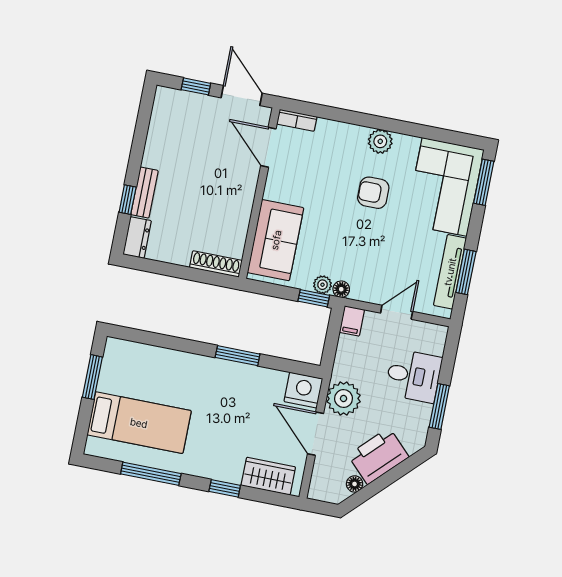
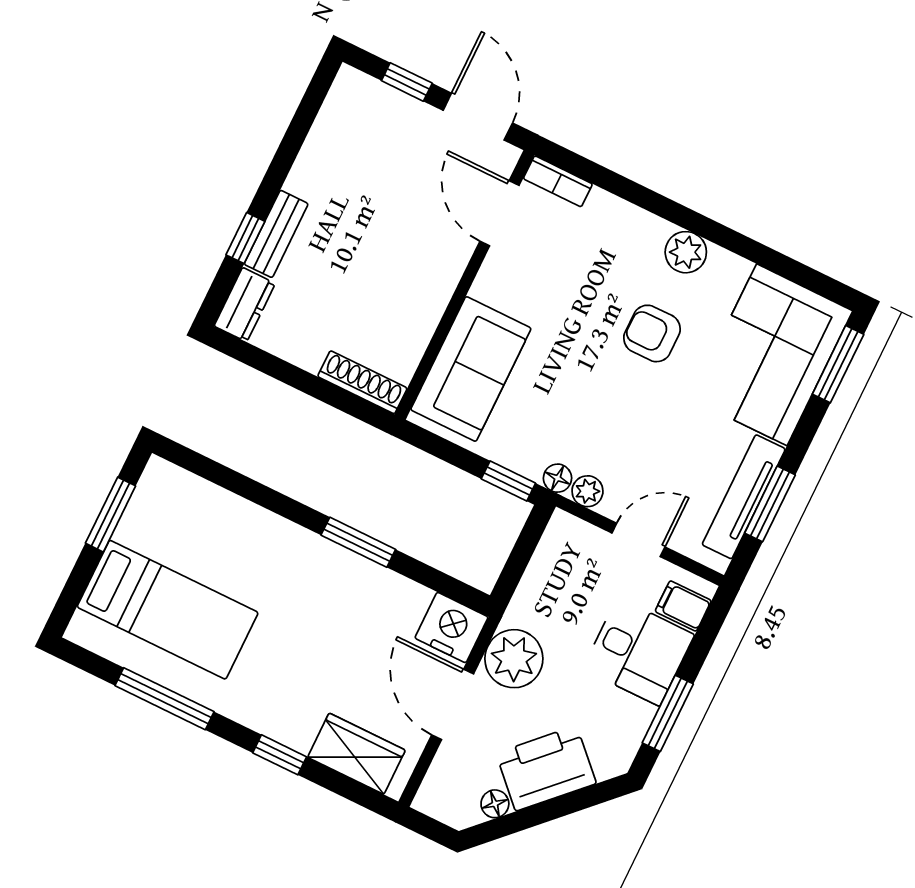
plant: (323, 285) -> (587, 491), moved
filing cabinet: (352, 321) -> (683, 606), moved, turned 90

